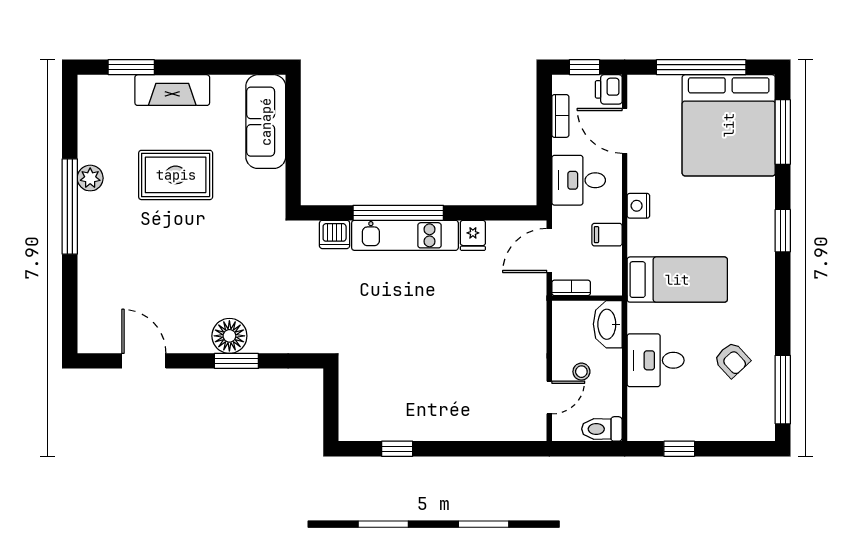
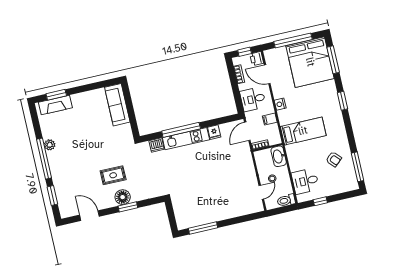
fireplace: (172, 90) -> (55, 105), moved
rug: (176, 175) -> (113, 175), moved, width x0.73, depth x0.70
window: (70, 296) -> (52, 196), added
desk: (656, 360) -> (305, 181), moved
window: (397, 449) -> (203, 228), width x2.17

